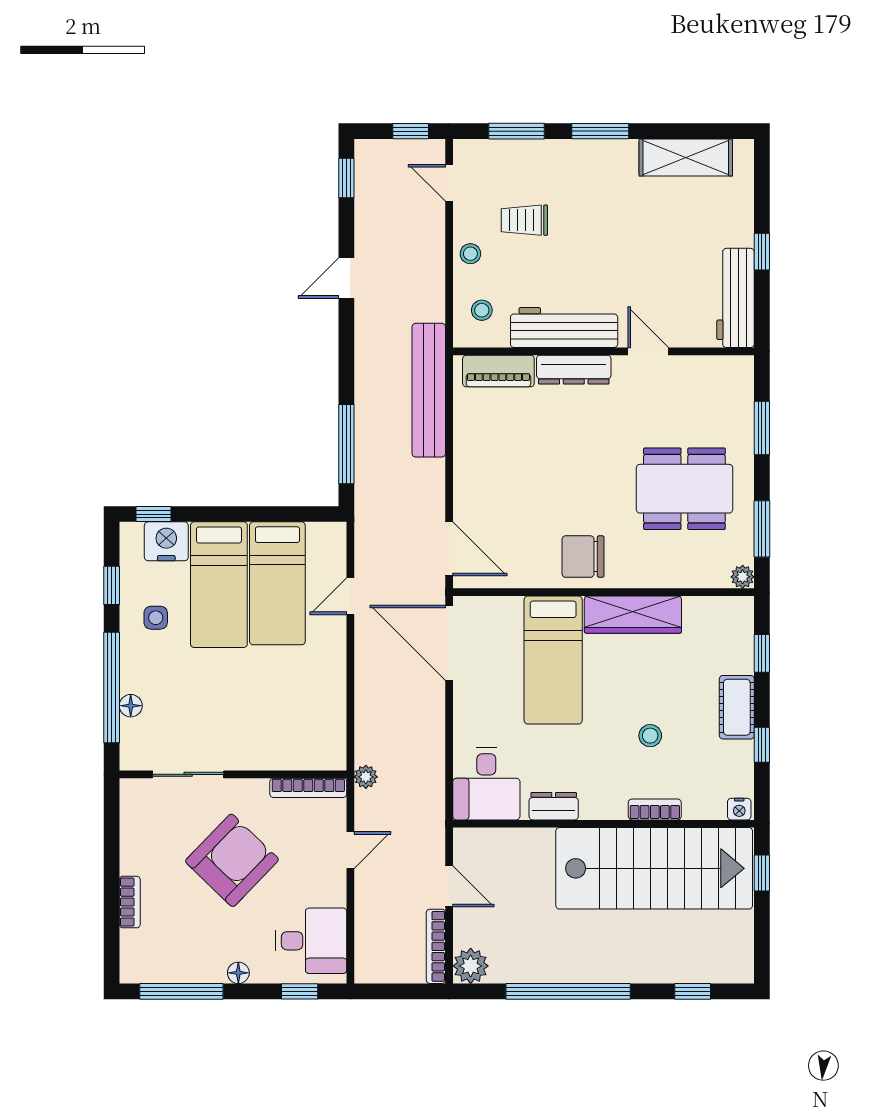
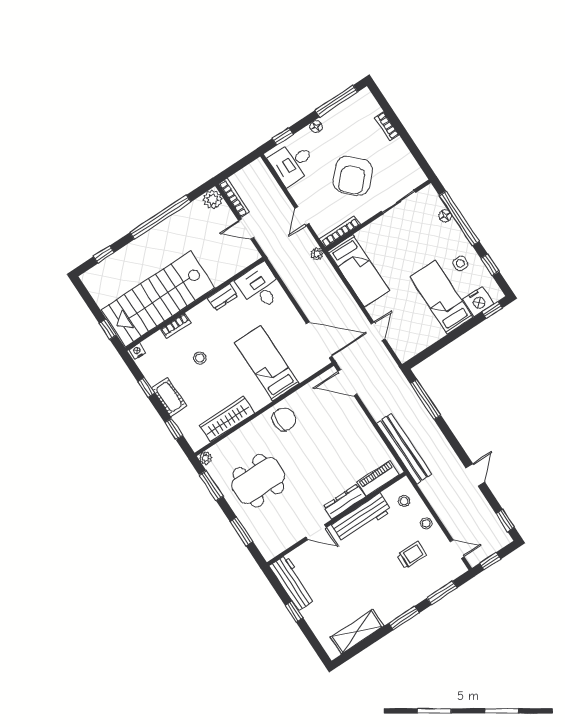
bed: (277, 583) -> (359, 271), moved, turned 180
wardrobe: (633, 615) -> (227, 419), moved

